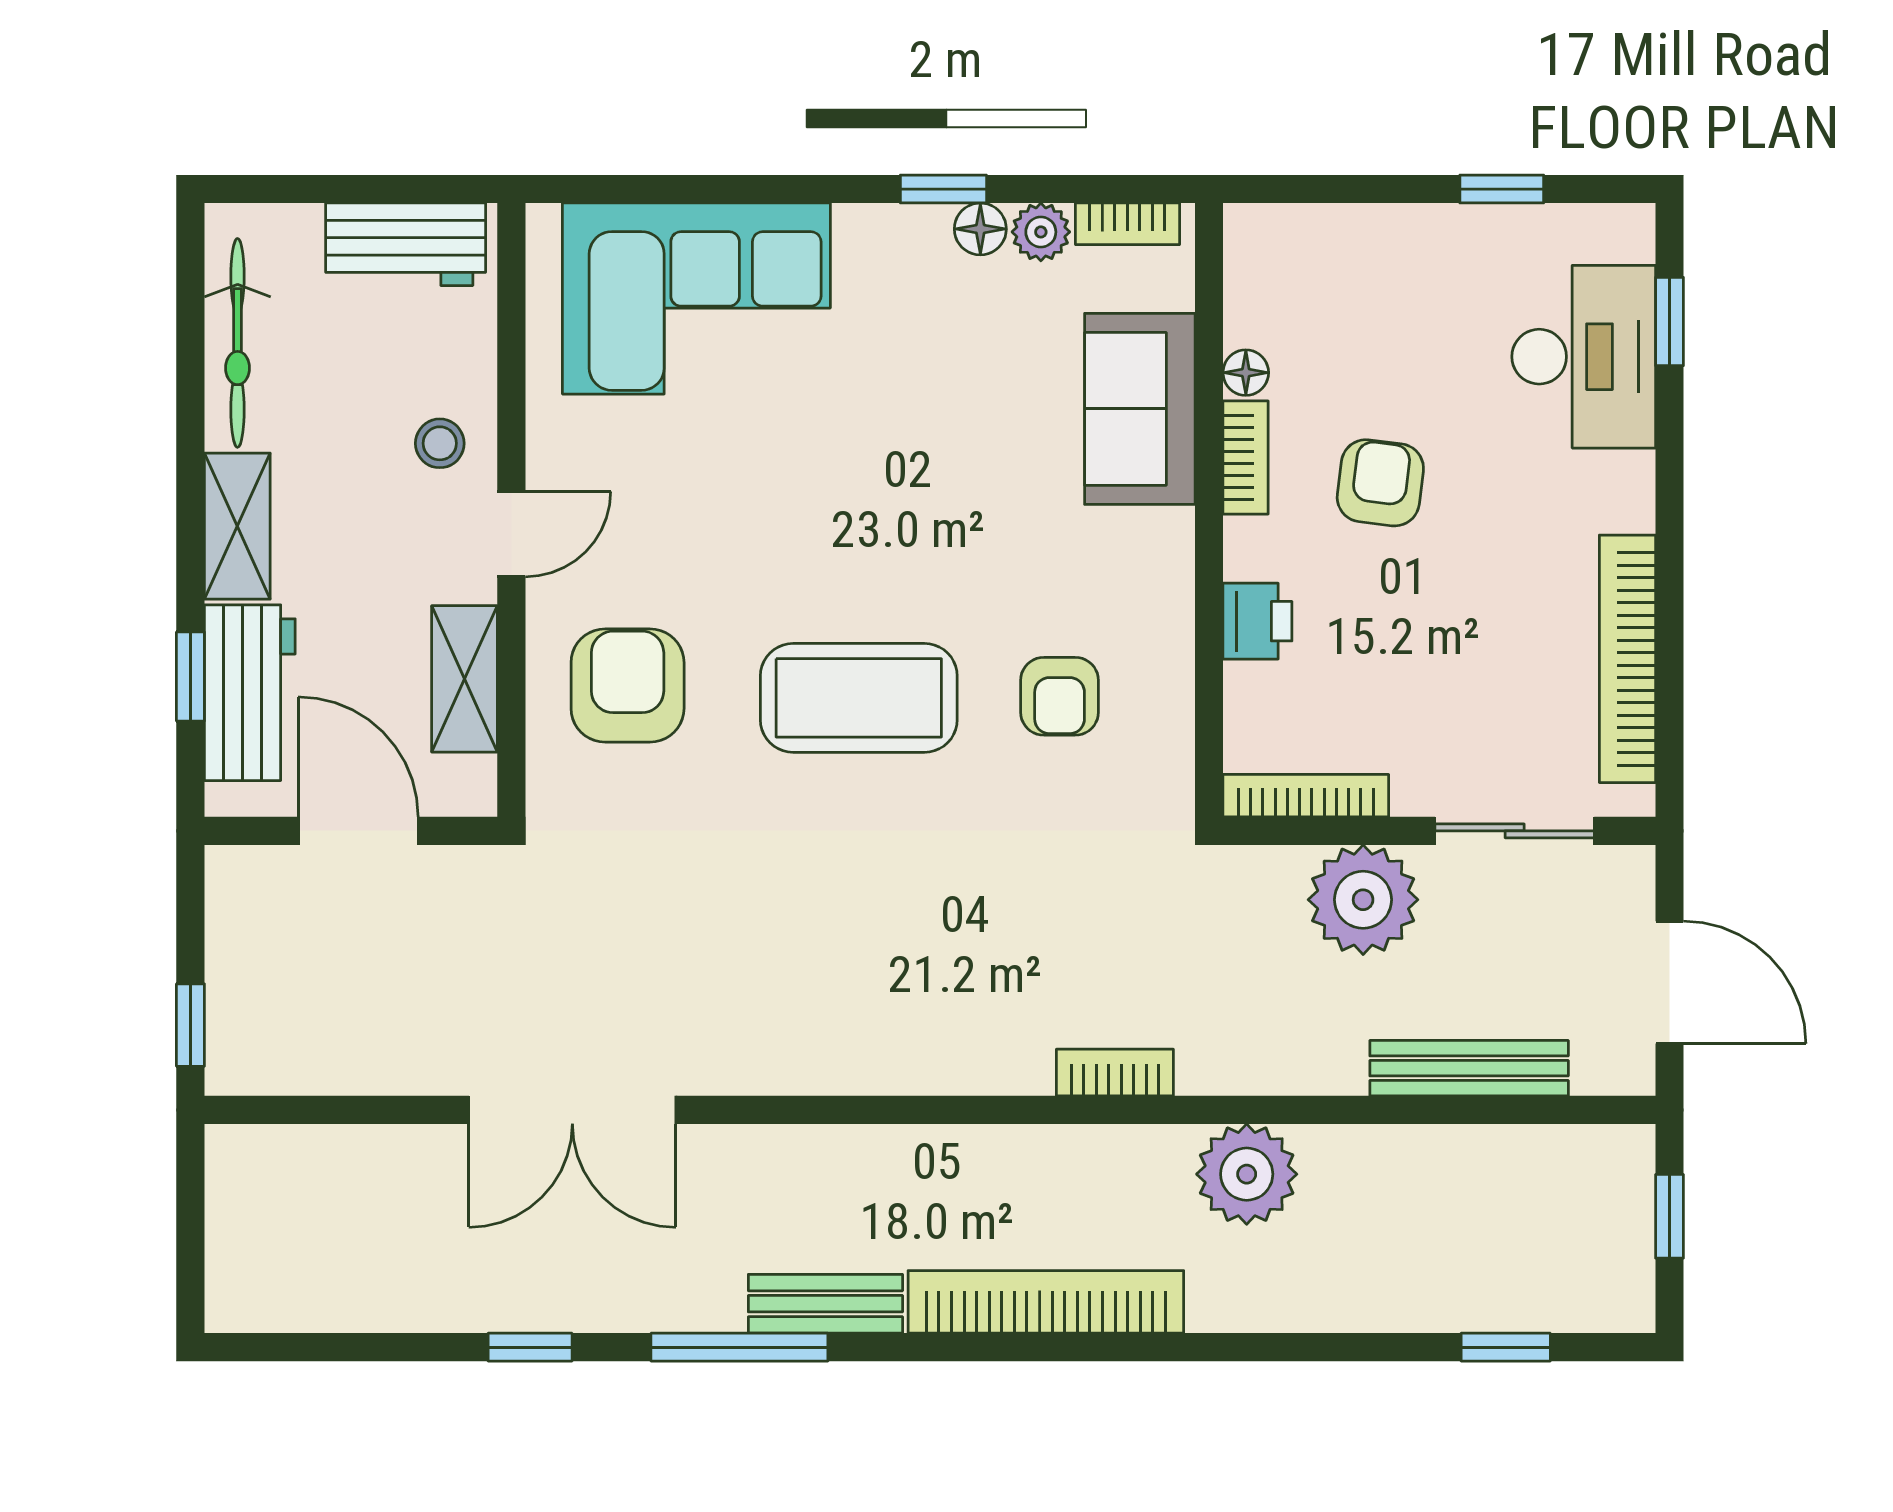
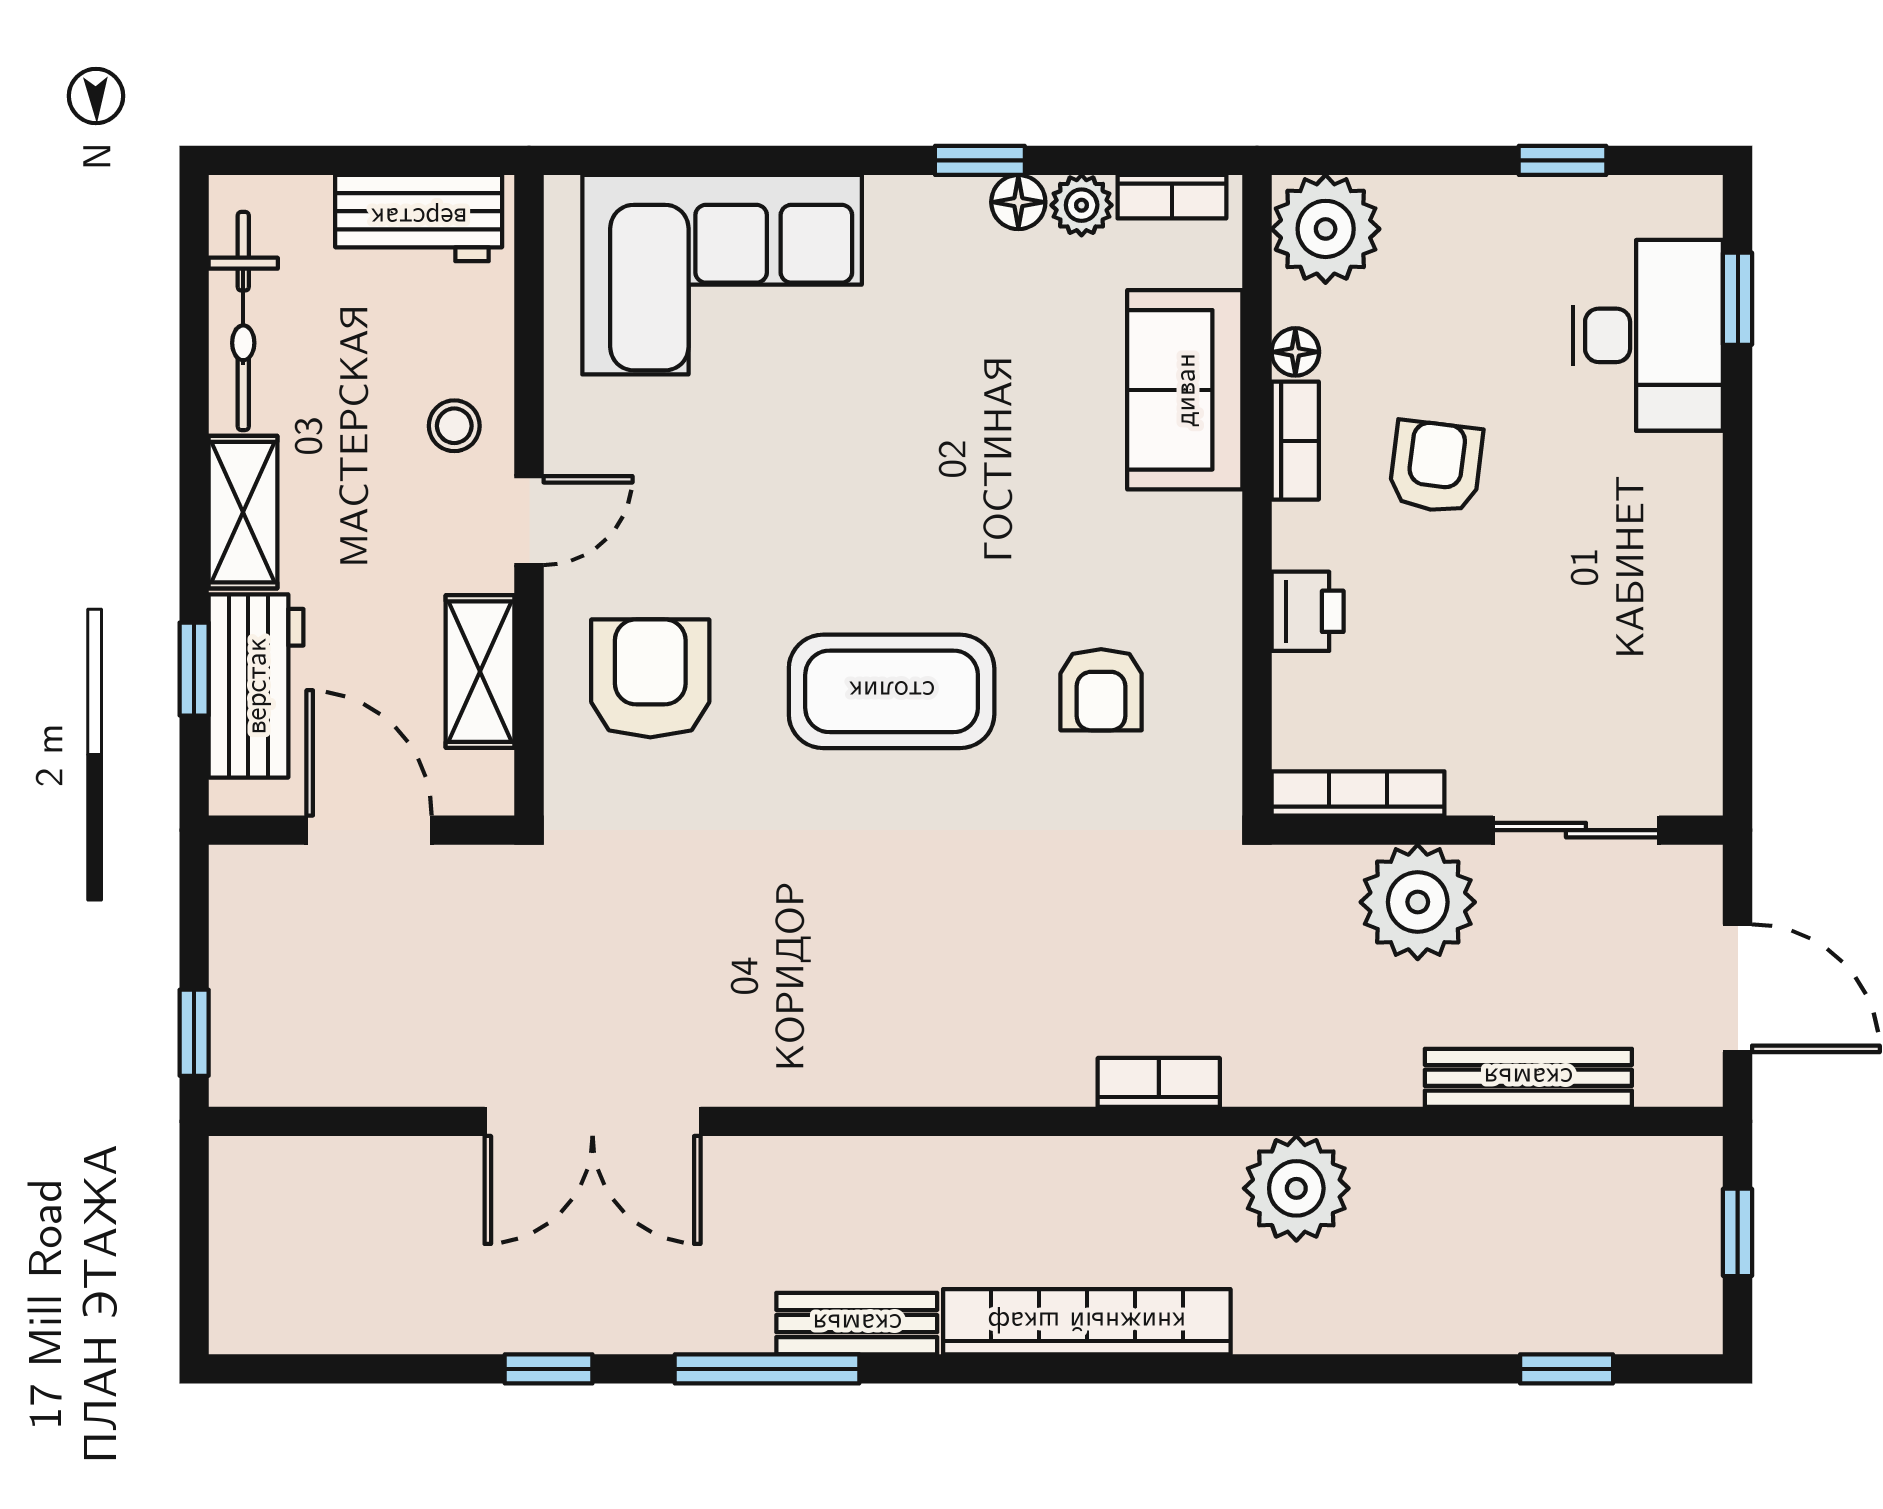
plant: (1275, 255) -> (1326, 229), added
bookcase: (1627, 659) -> (1694, 651), removed

